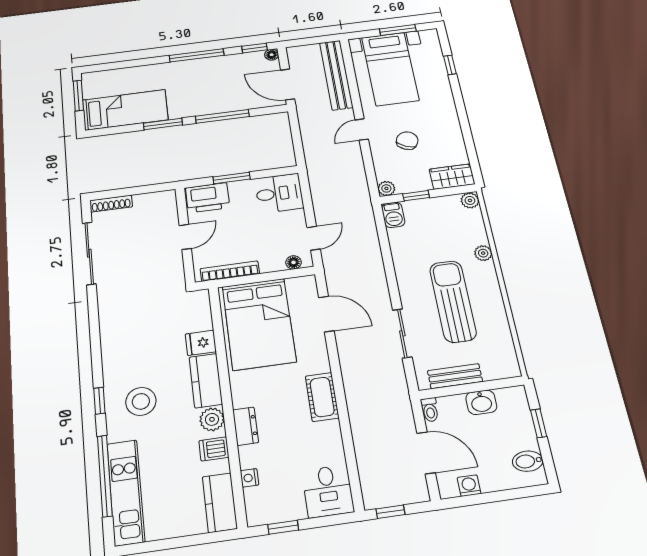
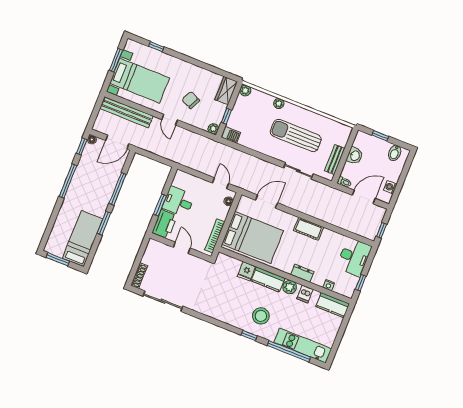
desk: (279, 193) -> (178, 202), moved, turned -90
desk: (328, 491) -> (354, 257), width x1.37

